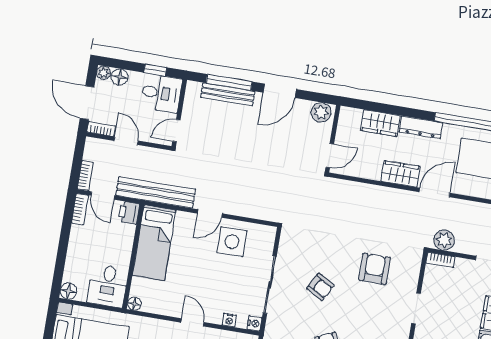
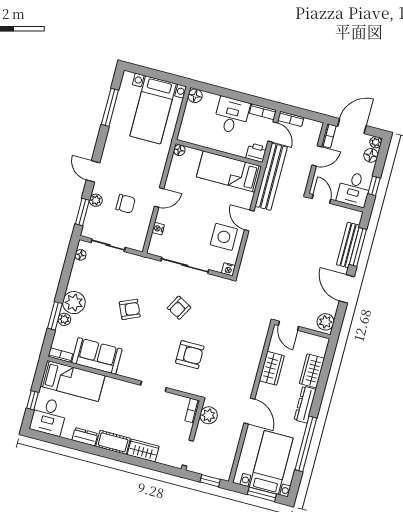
wardrobe: (400, 174) -> (272, 368), moved
door: (103, 196) -> (273, 132), swing flipped
desk: (108, 286) -> (232, 115), moved, turned 90
nightstand: (254, 324) -> (228, 269), moved

